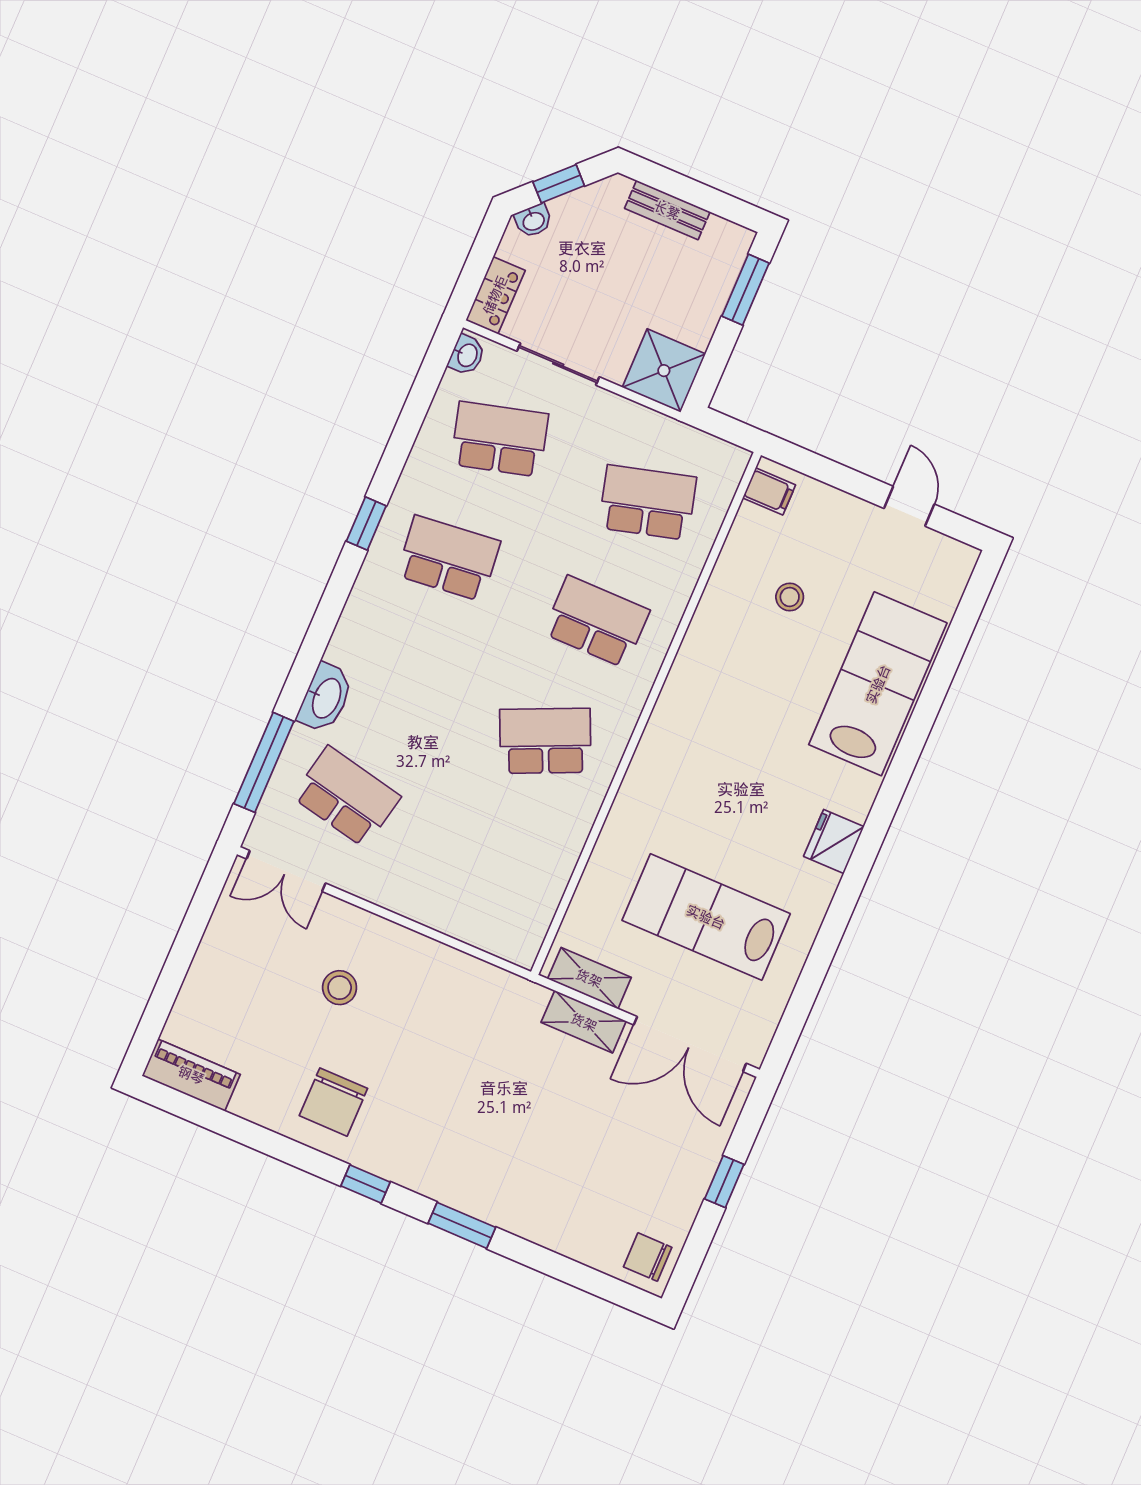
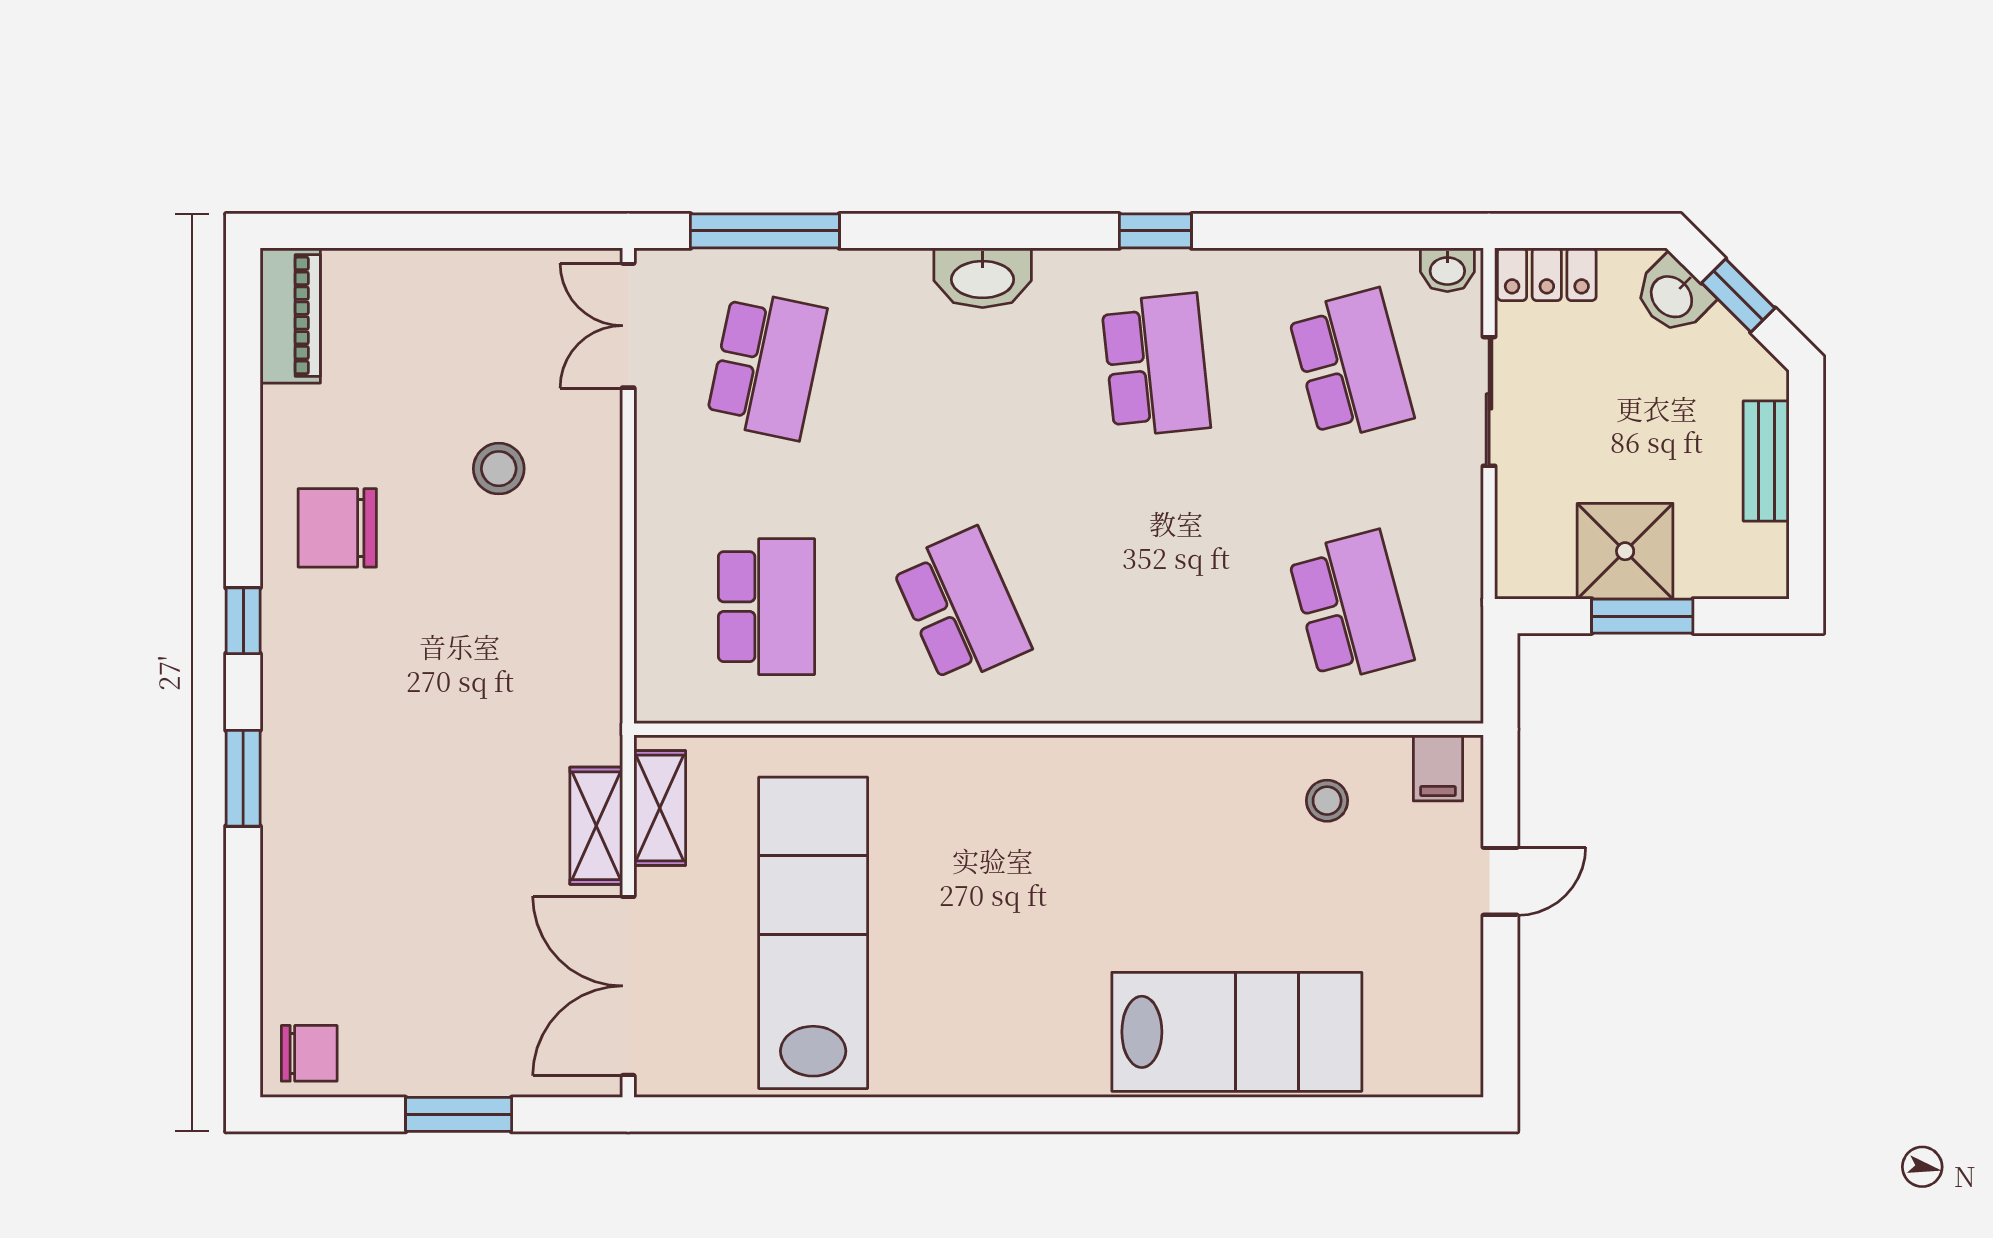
washbasin: (533, 221) -> (1673, 295), width x1.38, depth x1.45
window: (746, 290) -> (1642, 616), moved
shower: (664, 371) -> (1625, 551), moved
door: (909, 506) -> (1500, 881), moved
stool: (790, 597) -> (1327, 801), moved
school desk: (596, 622) -> (766, 607), moved
washbasin: (325, 698) -> (983, 278), moved
fridge: (834, 842) -> (993, 1064), removed
lab bench: (706, 917) -> (813, 933), width x1.36
window: (724, 1182) -> (459, 1114), width x1.50
chair: (648, 1257) -> (309, 1053), turned 90

